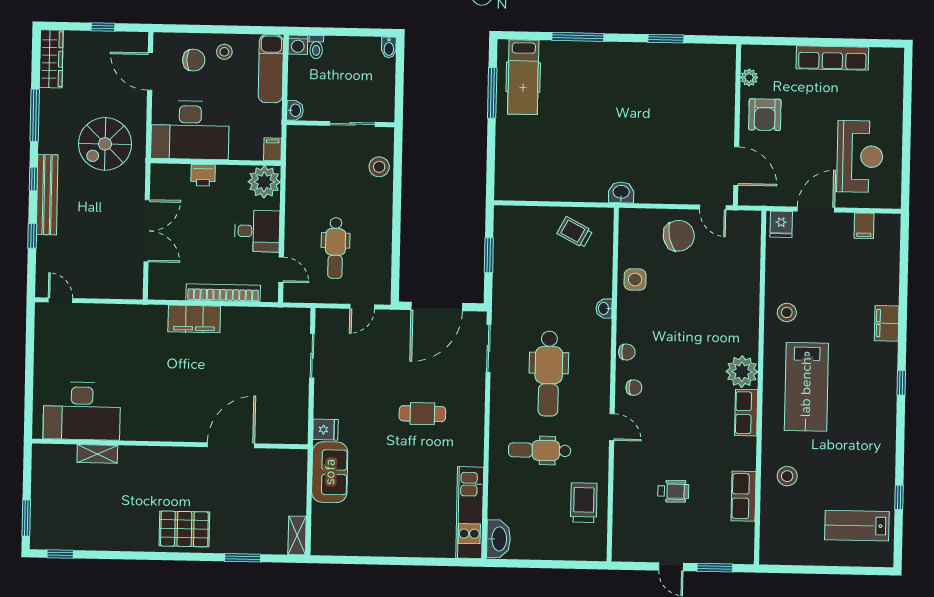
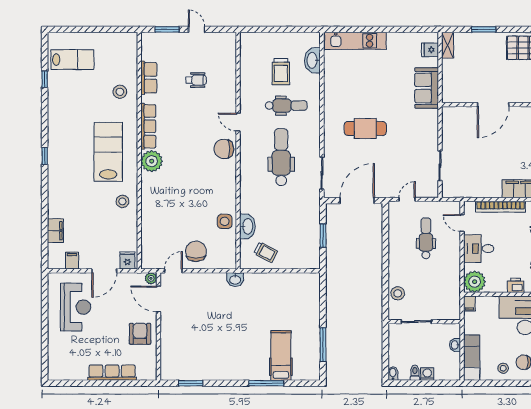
window: (666, 39) -> (191, 383), moved
washing machine: (298, 45) -> (427, 374), moved
toilet: (316, 47) -> (415, 373), moved
row of seats: (832, 58) -> (112, 373), moved
hospital bed: (523, 77) -> (281, 355), moved
plant: (749, 78) -> (151, 278), moved
washbasin: (295, 110) -> (455, 345), moved
reception desk: (860, 156) -> (76, 307), turned 180
door: (713, 207) -> (174, 271), hinge flipped
chair: (679, 236) -> (196, 251), turned 103
washbasin: (604, 309) -> (247, 226), moved, width x1.91, depth x1.45
filing cabinet: (887, 323) -> (55, 231), moved
chair: (627, 352) -> (229, 173), removed
chair: (634, 388) -> (224, 149), width x1.87, depth x1.87
row of seats: (746, 413) -> (148, 126), width x1.48
cafe table: (422, 414) -> (365, 128), width x1.37, depth x1.35
fridge: (325, 430) -> (430, 50), moved
wheelchair: (673, 491) -> (196, 80), turned 180
trolley: (584, 503) -> (281, 72), moved
kitchen unit: (470, 513) -> (355, 41), moved, turned 90
washbasin: (499, 539) -> (312, 60), moved

